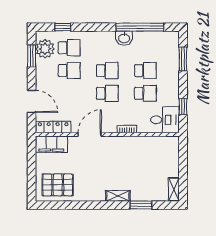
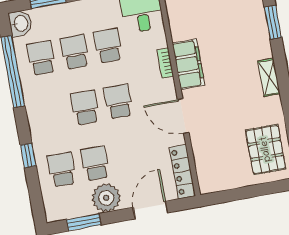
window: (63, 27) -> (28, 155), moved
washbasin: (124, 38) -> (20, 23), moved
school desk: (145, 48) -> (41, 58), added
plant: (45, 49) -> (106, 198), moved
filing cabinet: (51, 144) -> (189, 64), moved
shelving: (118, 196) -> (269, 77), moved

